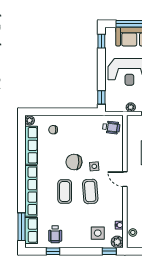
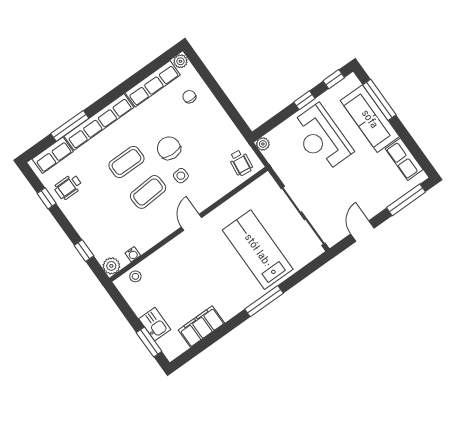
window: (101, 97) -> (304, 100), moved
plant: (131, 107) -> (263, 144), moved
window: (21, 227) -> (70, 126), moved
side table: (98, 233) -> (105, 236), removed
window: (109, 251) -> (84, 251), moved

